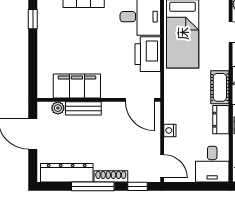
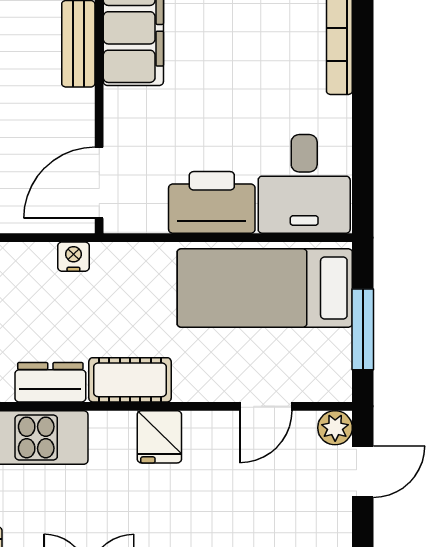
nightstand: (170, 130) -> (73, 257), moved

